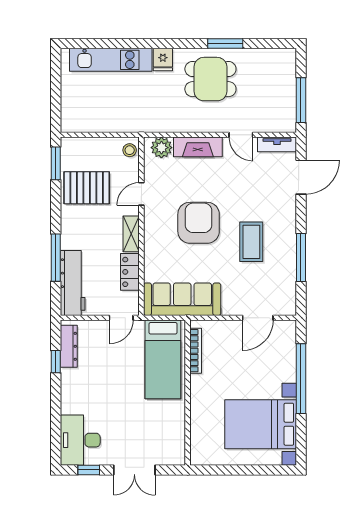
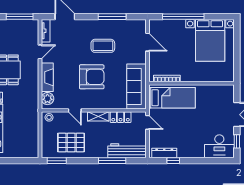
pallet: (87, 188) -> (71, 143), turned 90
armchair: (199, 223) -> (92, 77), turned 180

